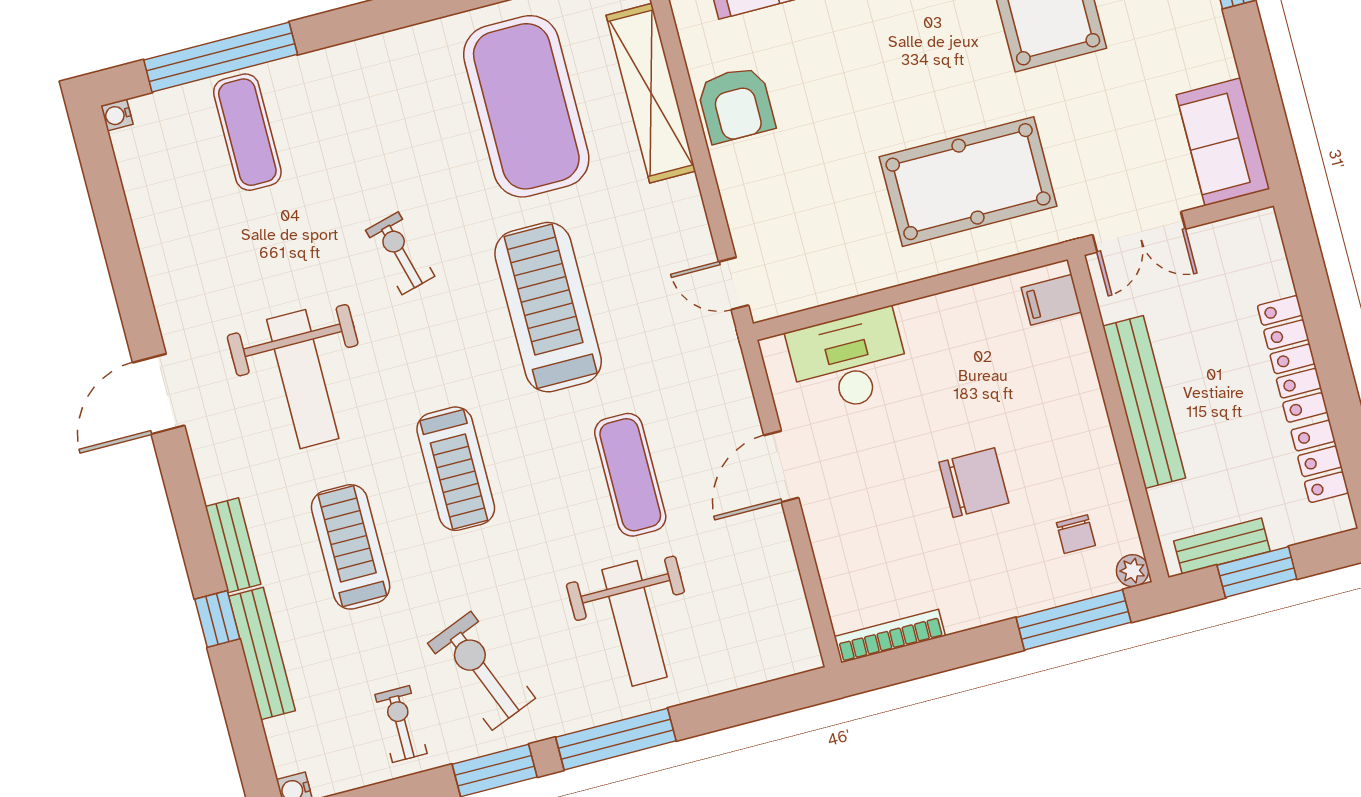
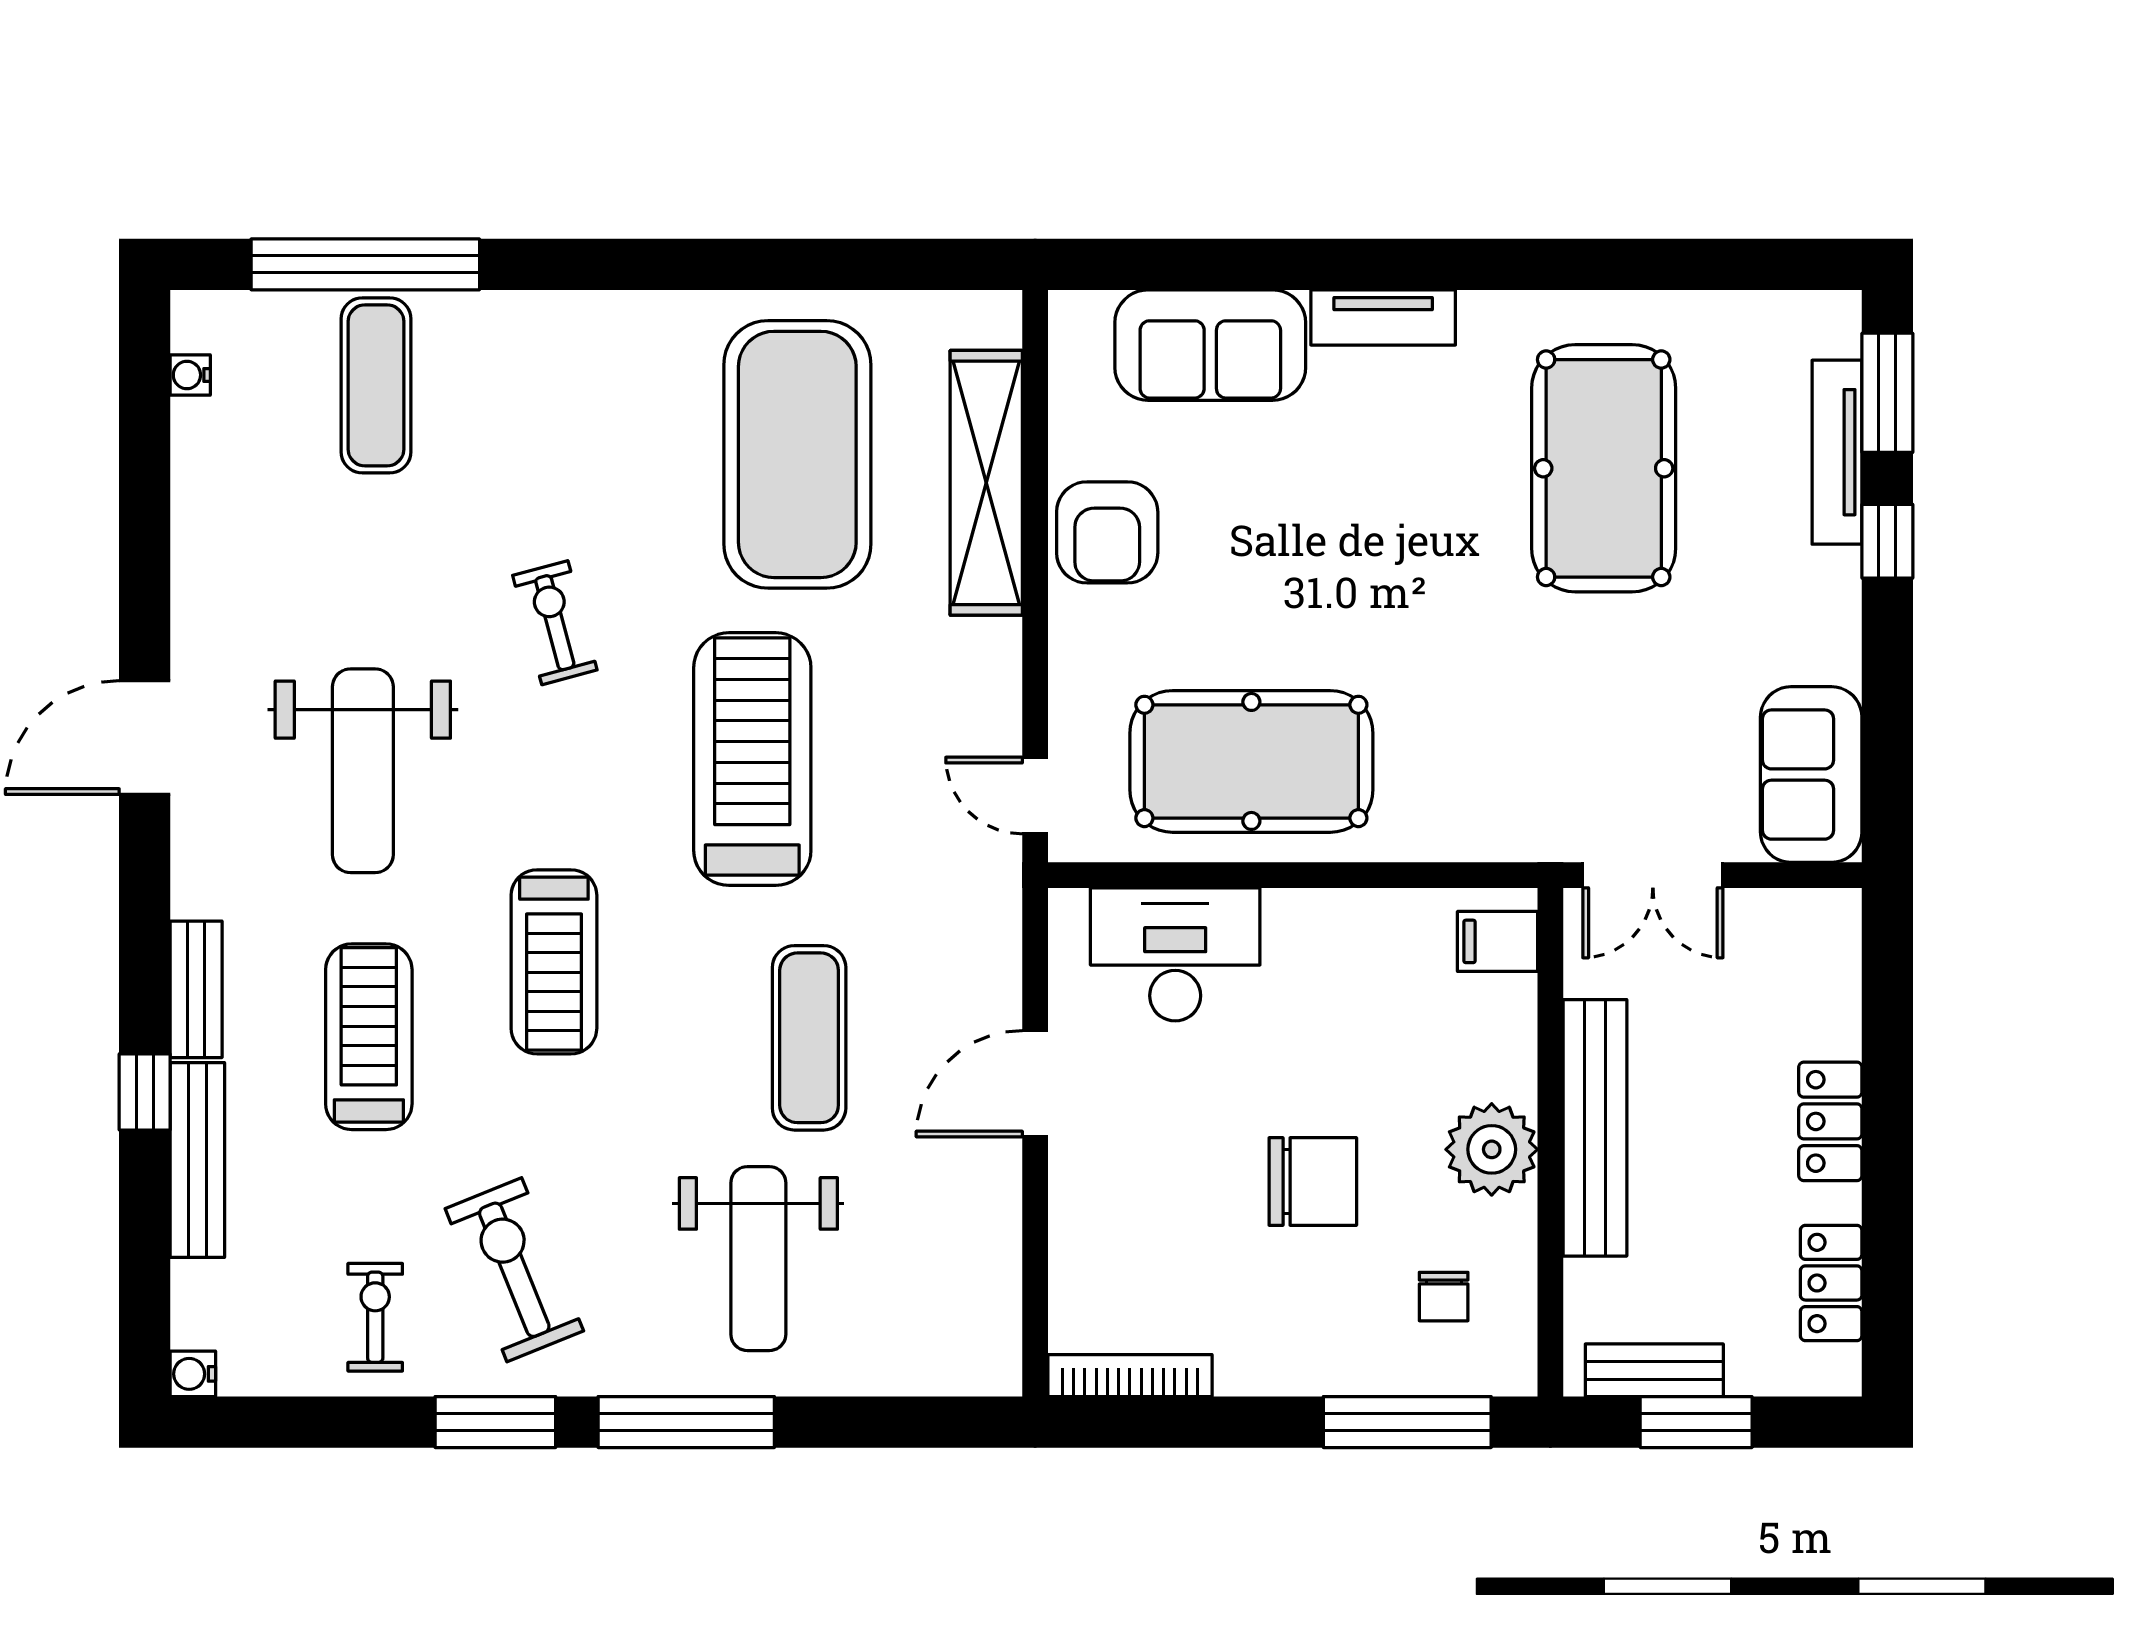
water cooler: (117, 115) -> (190, 375), moved
pool table: (968, 182) -> (1251, 761), moved
locker: (1292, 359) -> (1830, 1121), width x0.66
plant: (1133, 571) -> (1492, 1149), moved, width x1.88, depth x1.88

